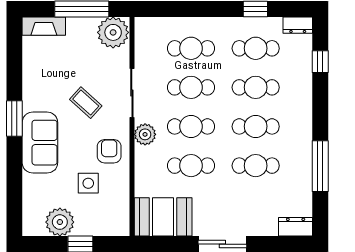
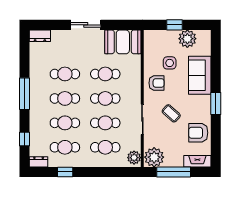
armchair: (42, 72) -> (198, 133), added
plant: (145, 134) -> (134, 158), moved
sofa: (40, 143) -> (200, 75), moved
armchair: (109, 151) -> (156, 83), turned -90
window: (320, 166) -> (24, 94), moved

